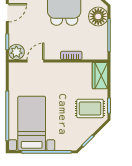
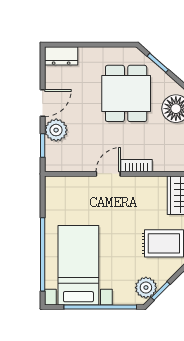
plant: (16, 52) -> (56, 130), moved
door: (35, 61) -> (108, 174), moved
plant: (78, 139) -> (146, 288), added

